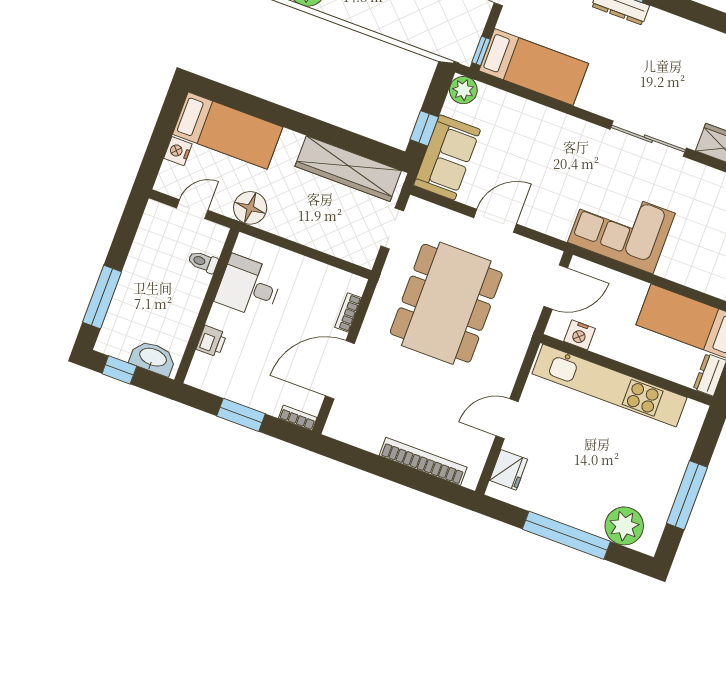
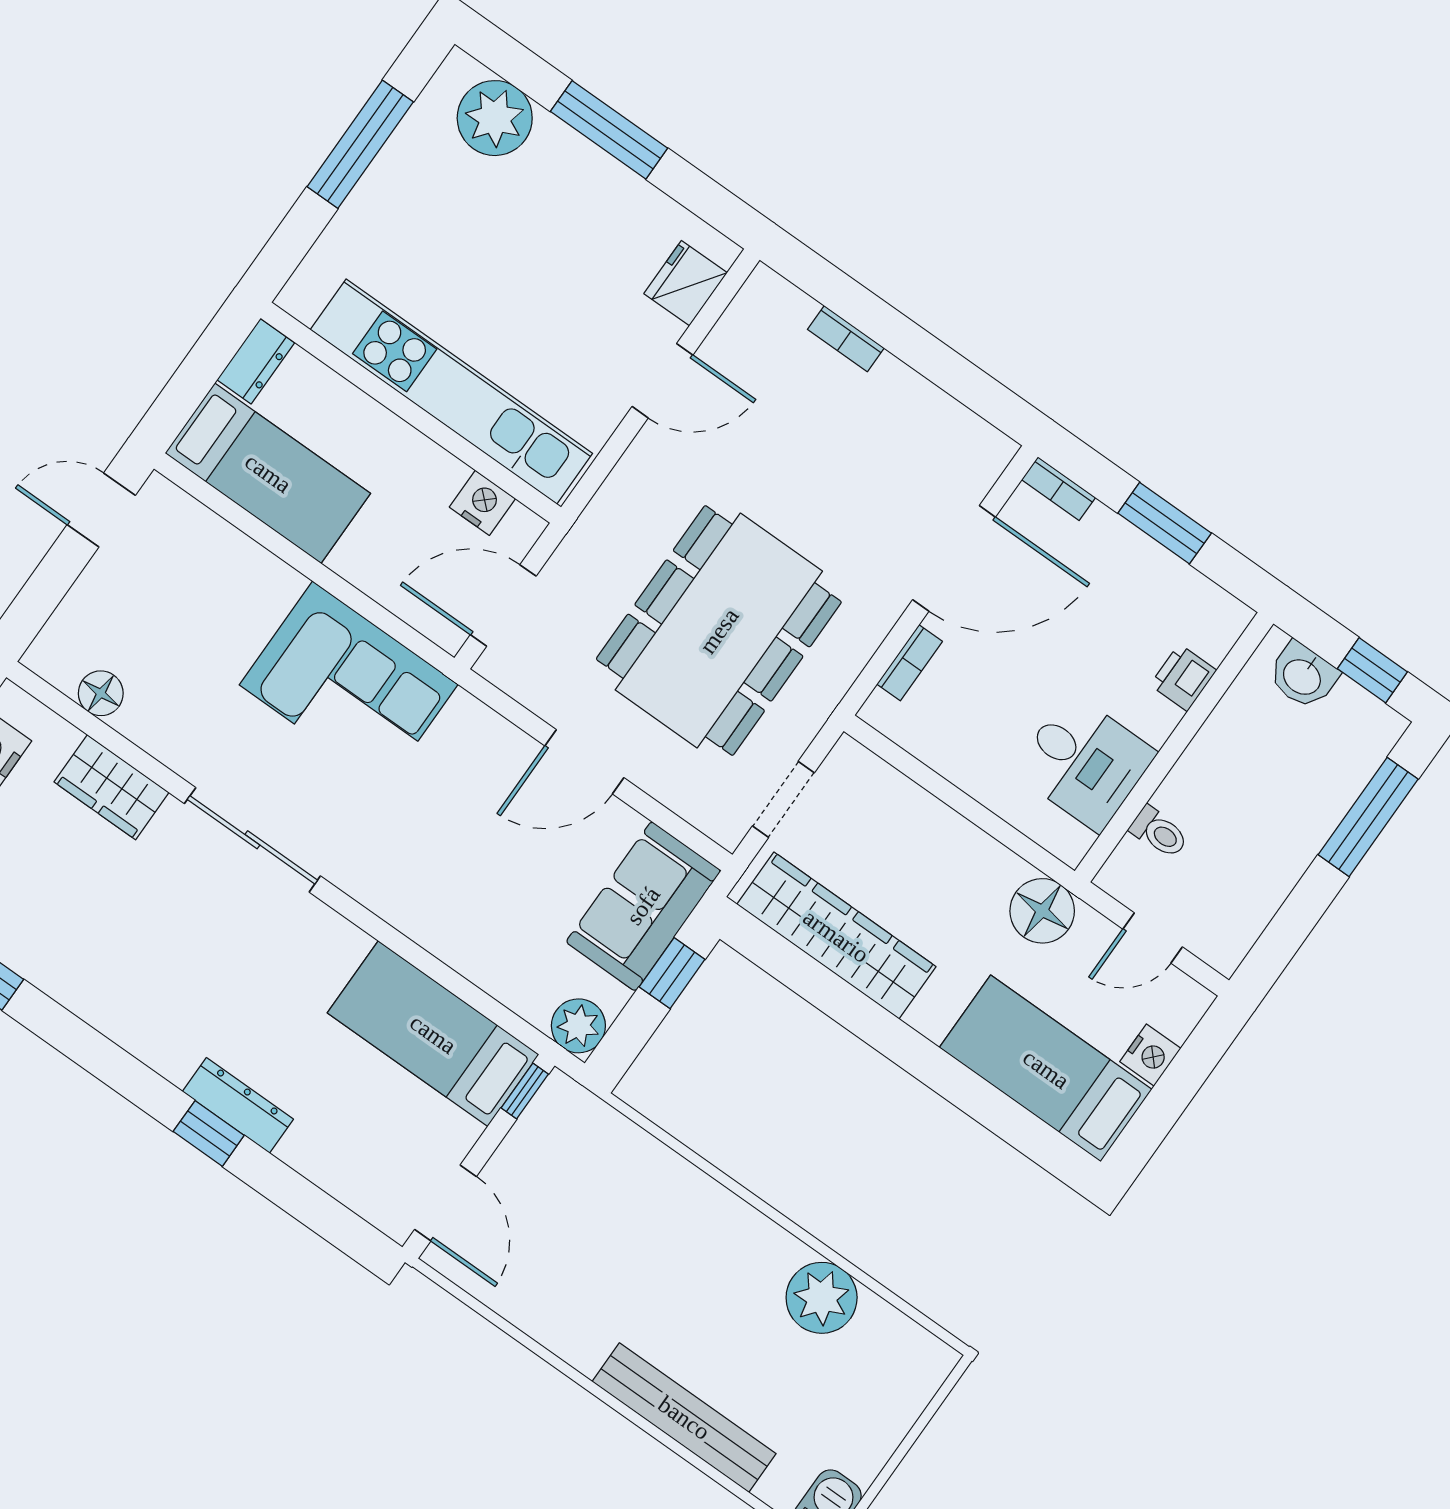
washbasin: (153, 358) -> (1303, 676), width x0.72
bookcase: (423, 461) -> (846, 339), width x0.43, depth x0.76
window: (566, 535) -> (609, 130), width x0.68

